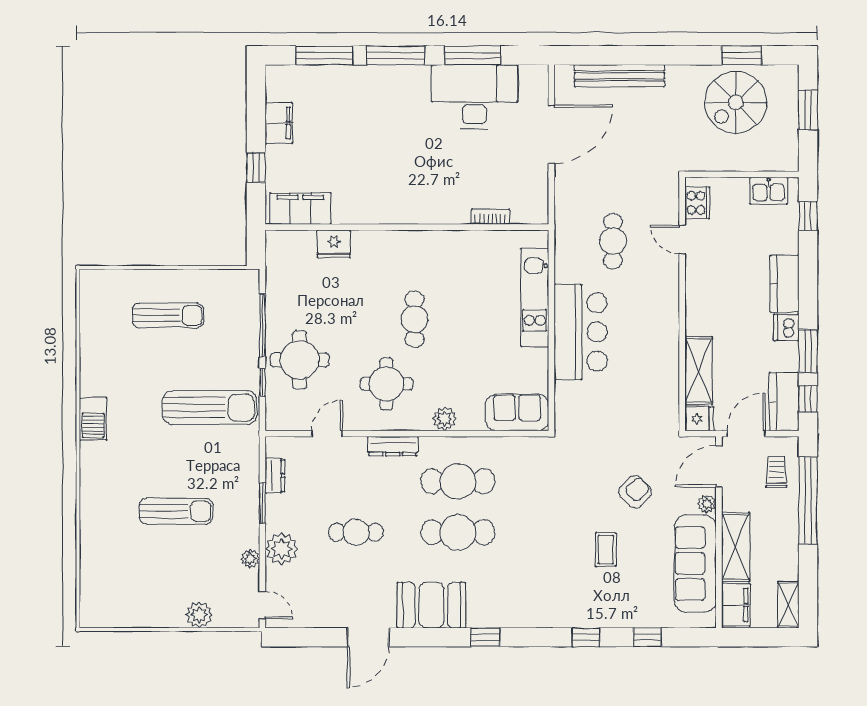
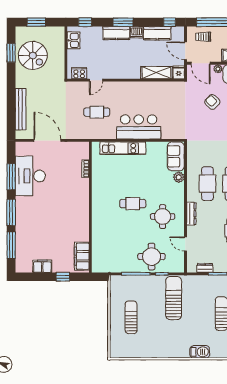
fridge: (334, 244) -> (98, 241), removed
window: (808, 351) -> (123, 22), moved
kitchen counter: (784, 401) -> (157, 33), moved
barbecue: (93, 419) -> (200, 352), moved
plant: (445, 419) -> (179, 177), moved

